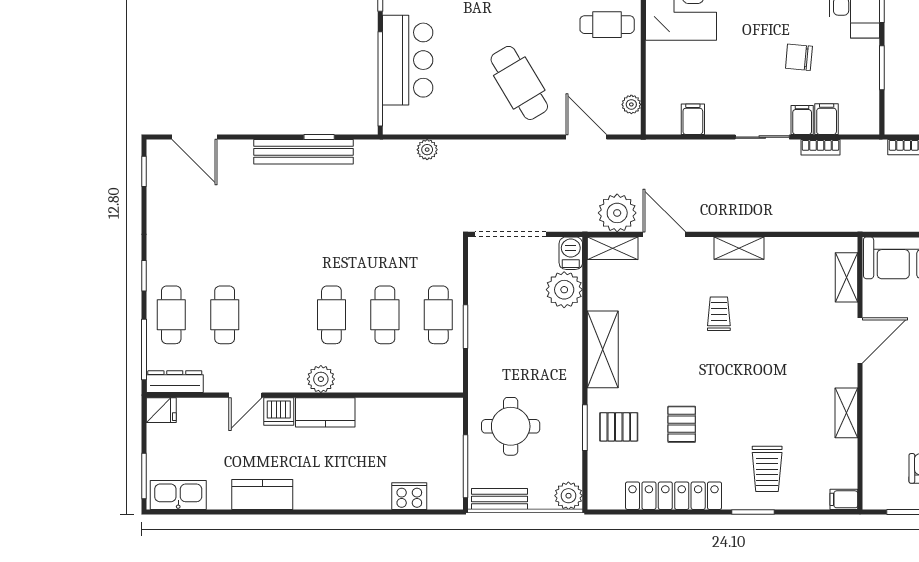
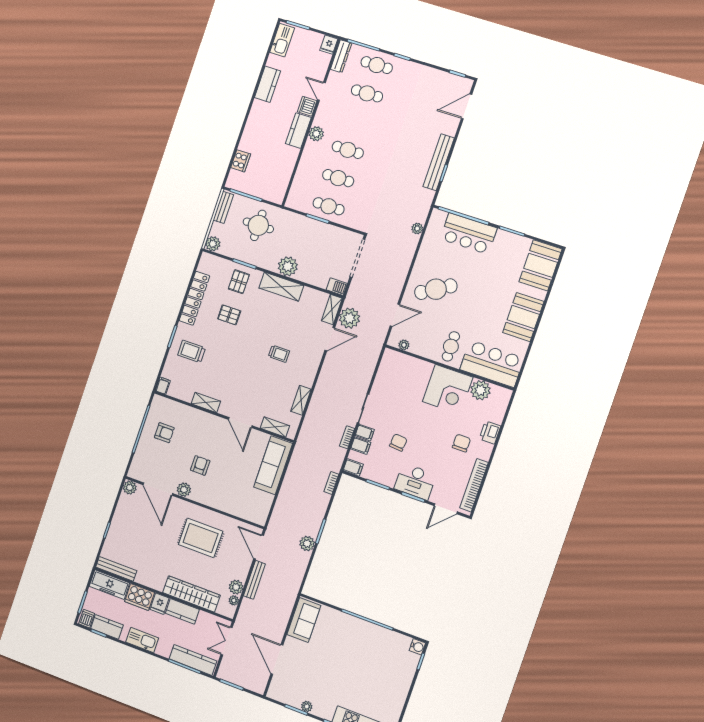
filing cabinet: (693, 119) -> (353, 467), moved
shelving: (739, 248) -> (301, 400), moved
plant: (564, 290) -> (288, 266), moved

